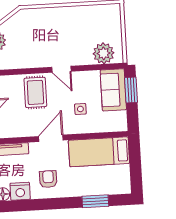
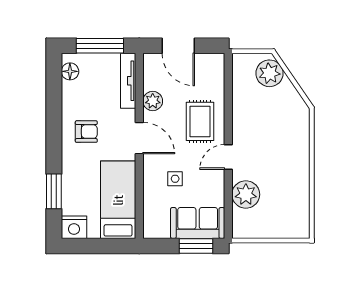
plant: (104, 53) -> (246, 194), moved
rug: (35, 92) -> (200, 121), turned 90
plant: (22, 130) -> (153, 101), added
nightstand: (20, 191) -> (74, 227), moved, turned -90

